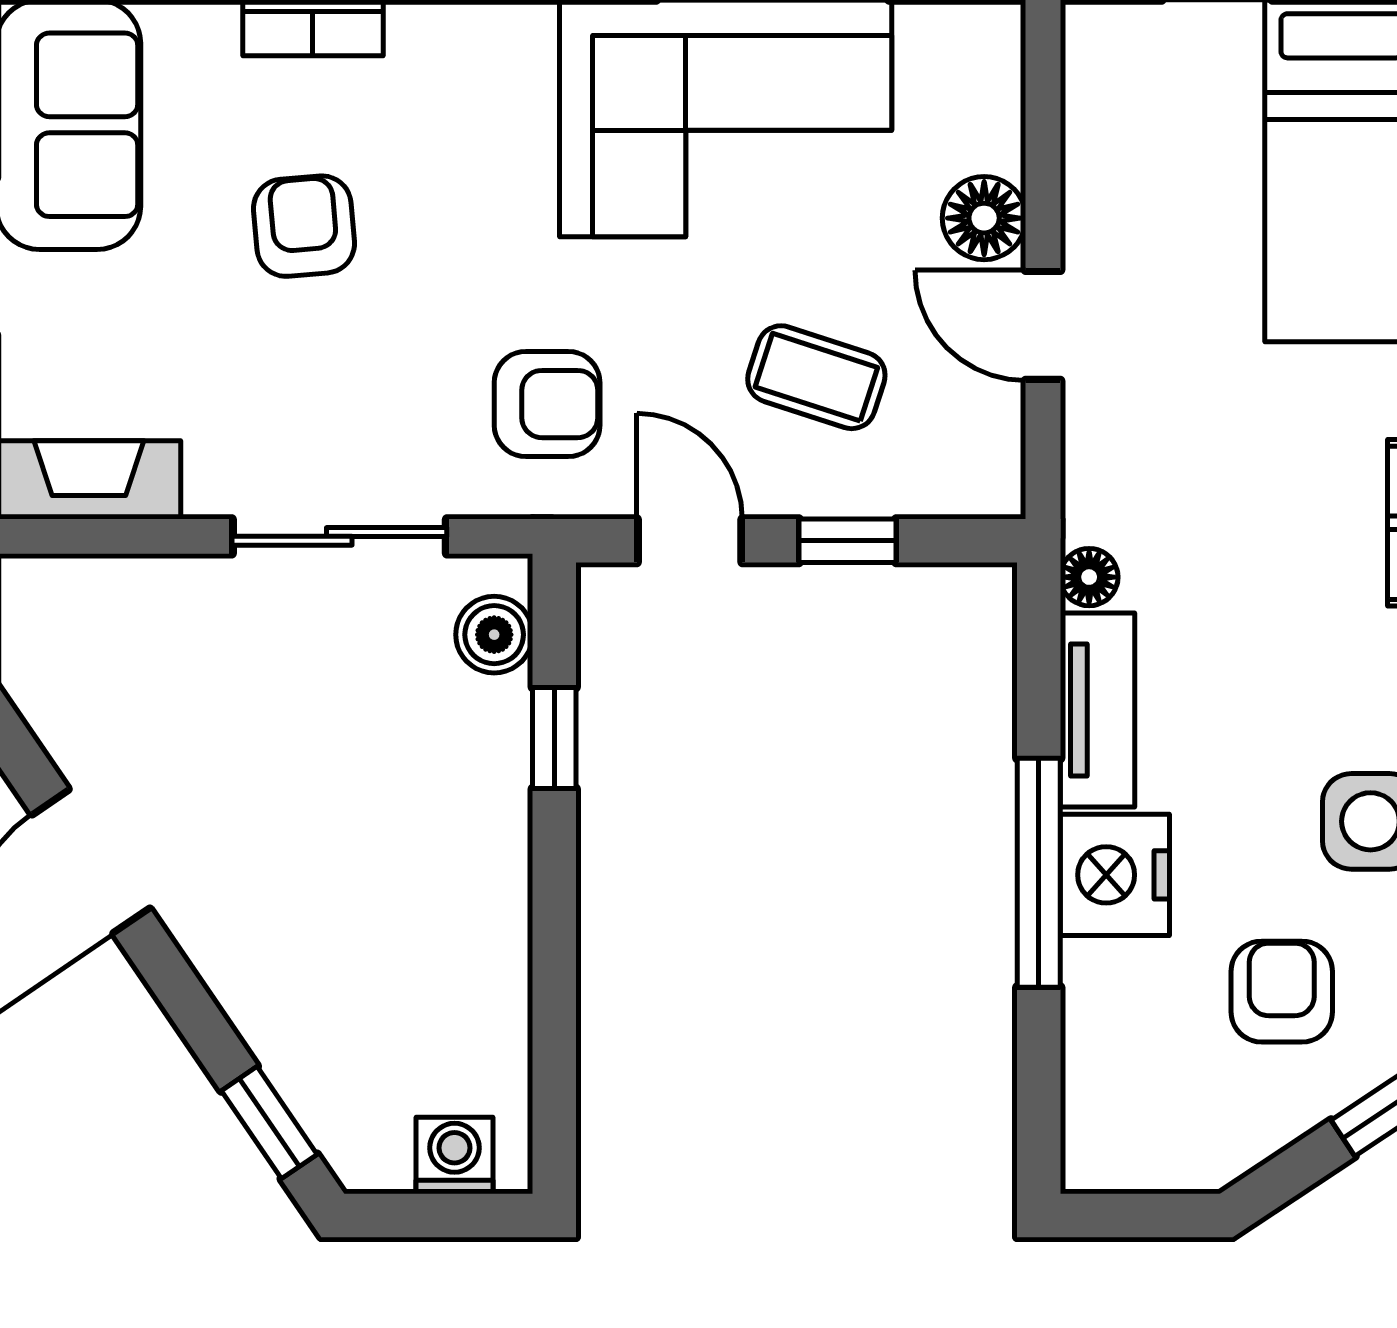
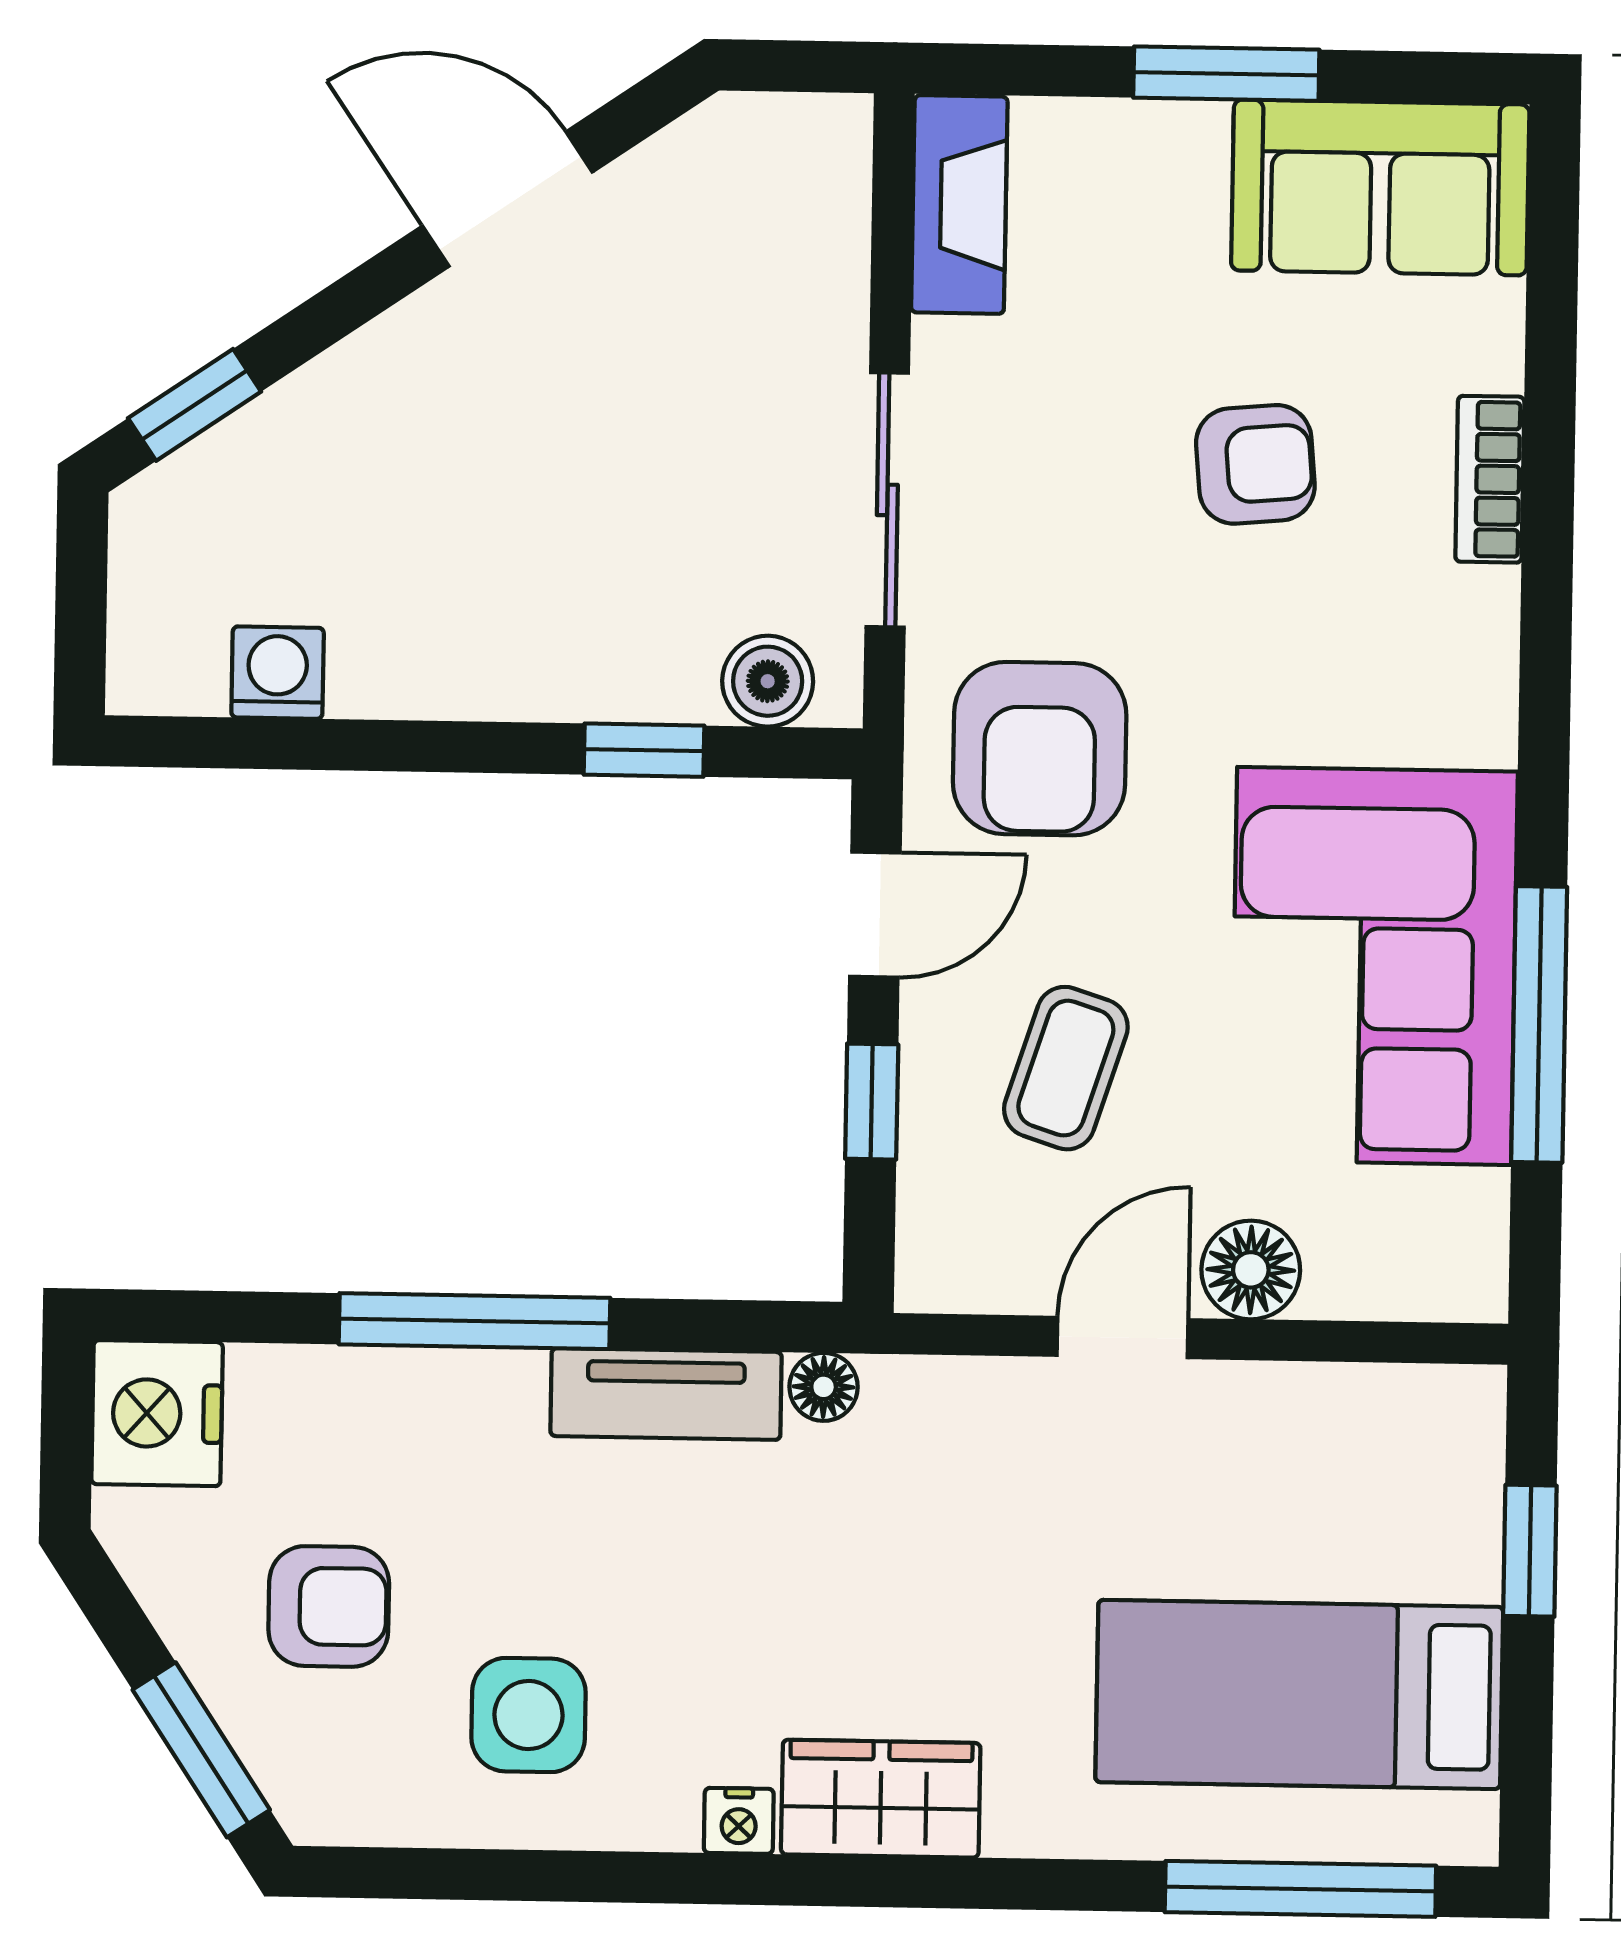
armchair: (547, 404) -> (1040, 749), width x1.38, depth x1.38
nightstand: (1115, 875) -> (157, 1413), moved, turned -90
washing machine: (454, 1155) -> (278, 673), moved, turned -90

